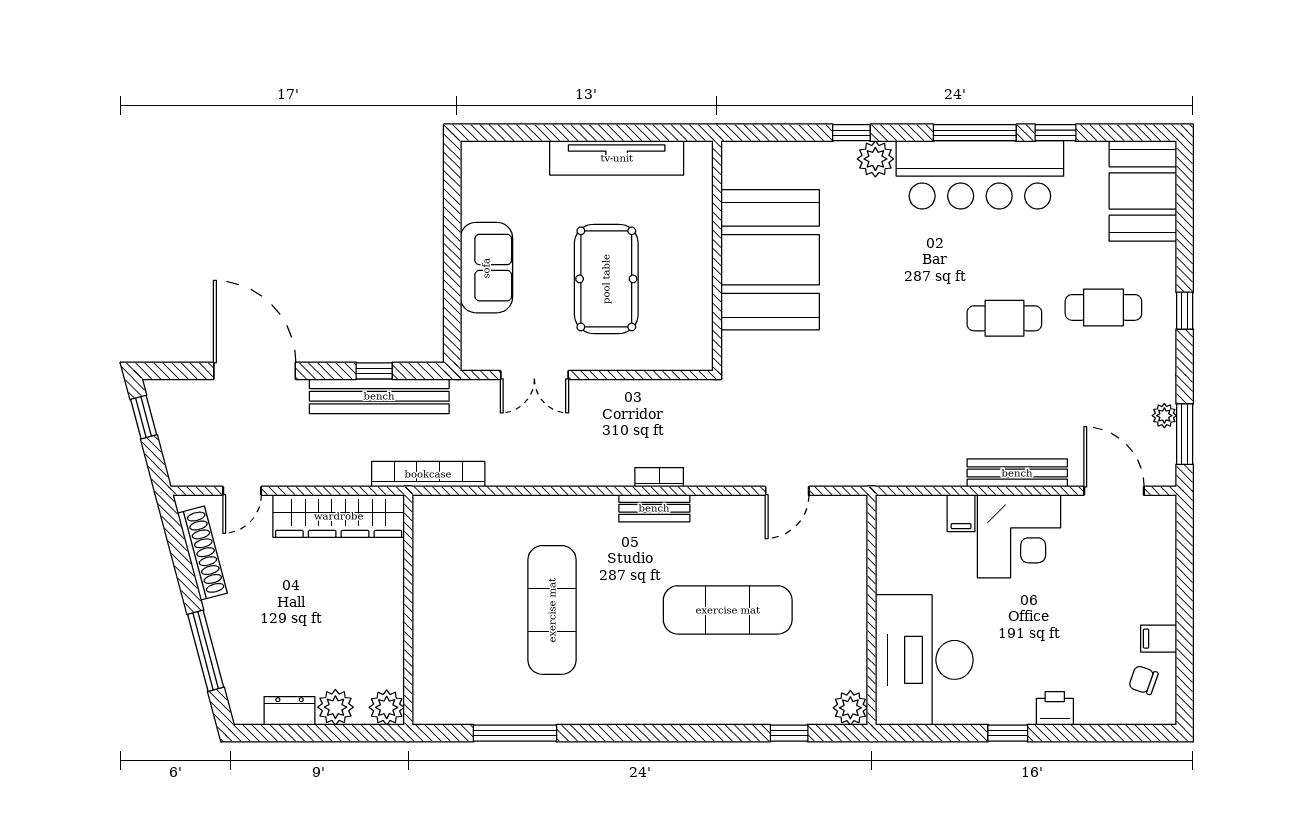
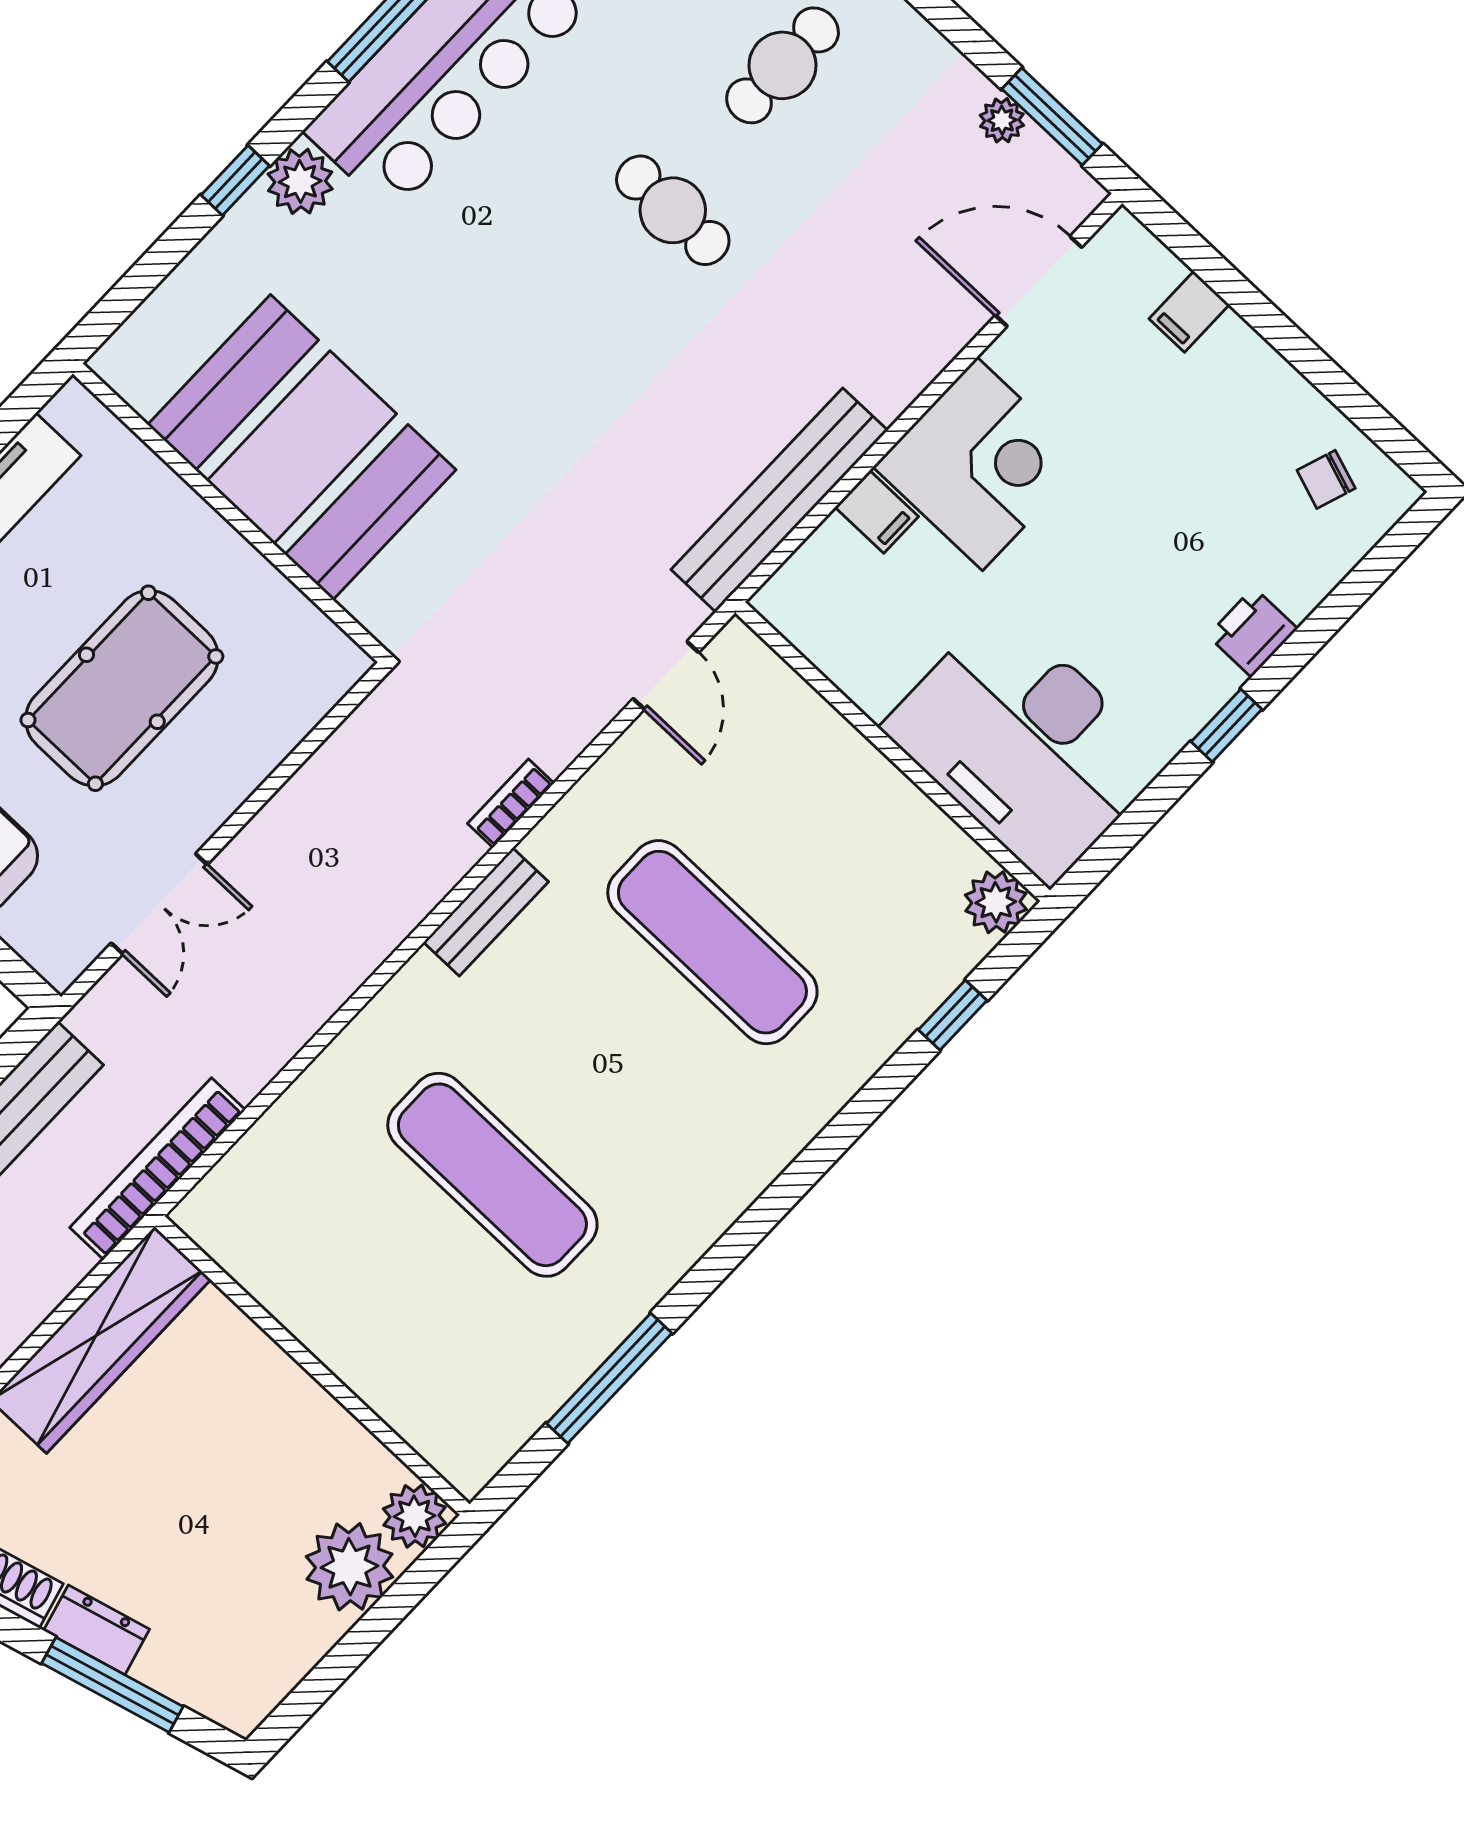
pool table: (606, 279) -> (122, 688), turned 90
cafe table: (1004, 318) -> (673, 210), turned 90
bench: (1017, 473) -> (779, 500), moved, width x1.37, depth x1.21
bookcase: (659, 477) -> (511, 803), moved
door: (787, 491) -> (666, 676), moved
exercise mat: (728, 610) -> (712, 942), turned 90
filing cabinet: (1159, 639) -> (1189, 312), moved
plant: (335, 707) -> (350, 1567), width x1.36, depth x1.36
dresser: (290, 711) -> (97, 1630), moved, turned 75

